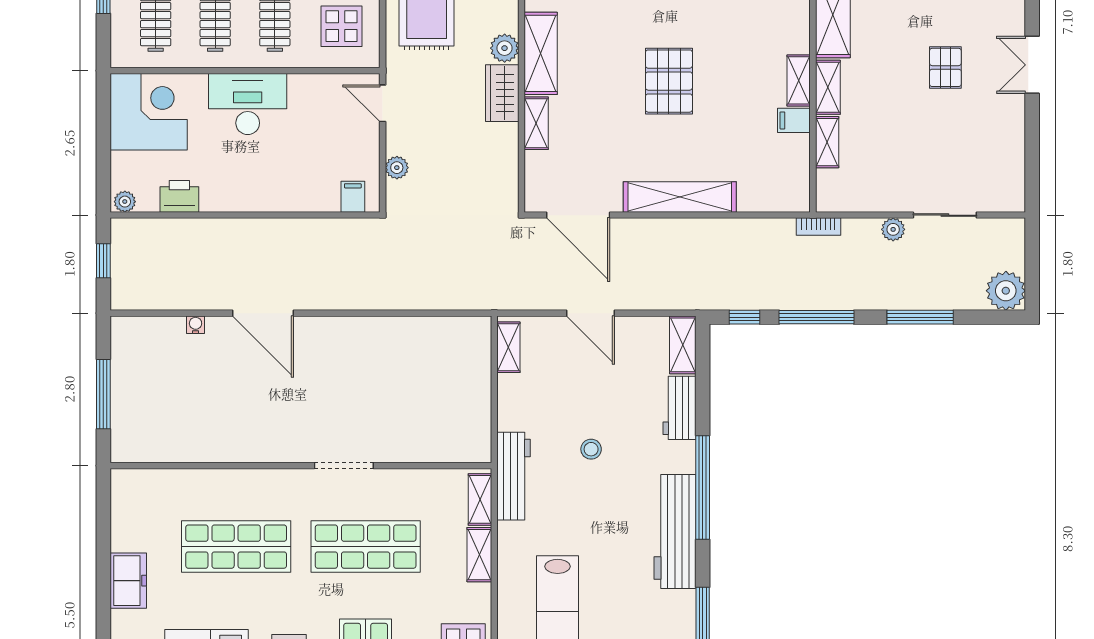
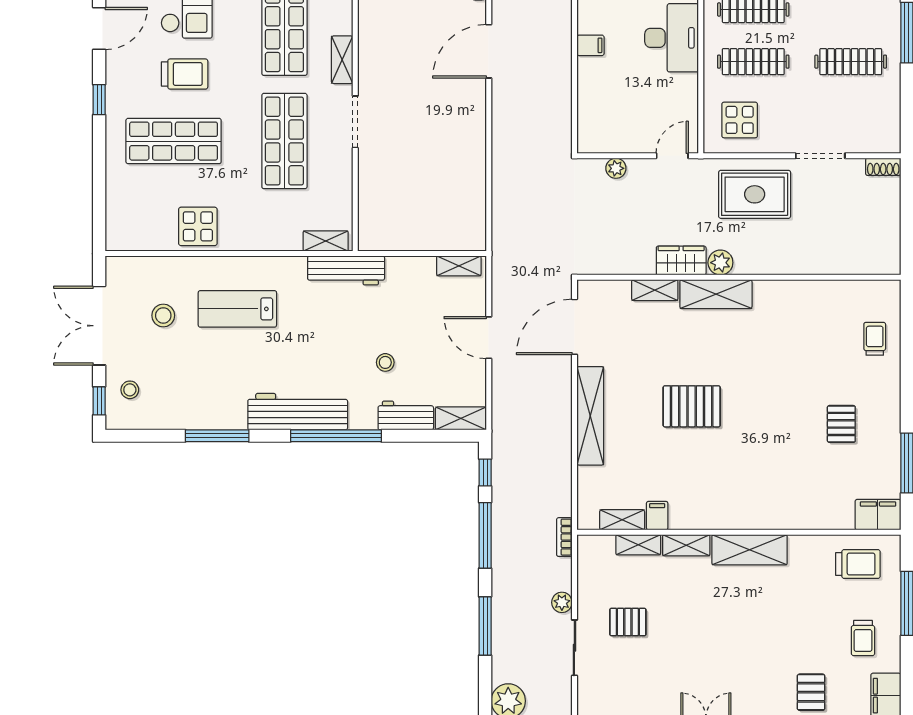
pallet: (945, 67) -> (628, 622), moved
shelving: (799, 80) -> (622, 520), moved
filing cabinet: (353, 197) -> (590, 45), moved
door: (590, 313) -> (489, 338), hinge flipped
stool: (591, 449) -> (385, 362), moved
shelving: (479, 555) -> (342, 60), moved, turned 90

